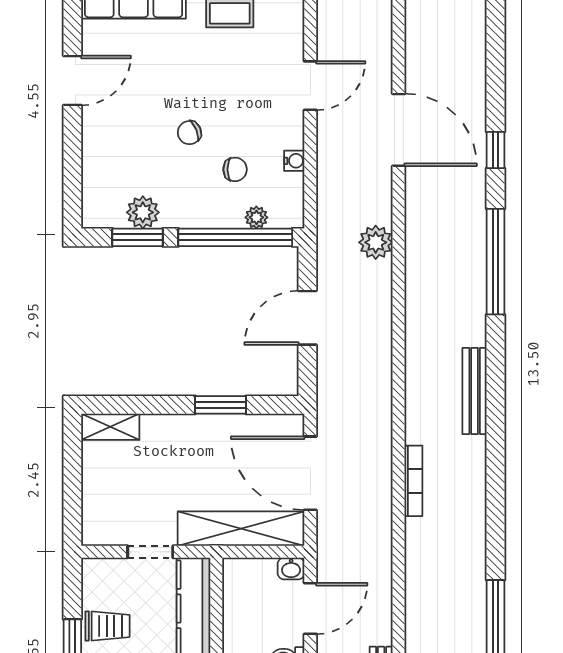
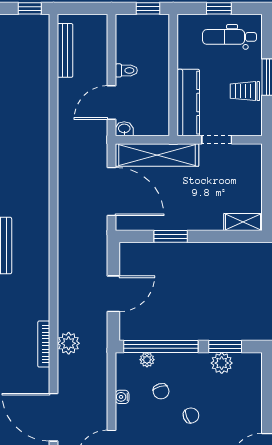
chair: (235, 169) -> (161, 391), turned -107
bookcase: (413, 481) -> (44, 344), moved

